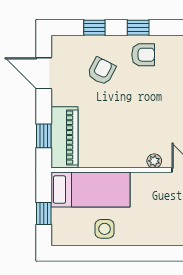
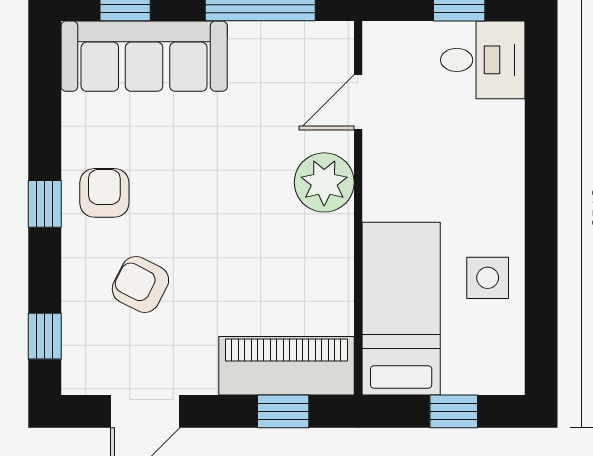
window: (94, 28) -> (45, 336), moved
plant: (154, 161) -> (324, 182), width x1.88, depth x1.88

